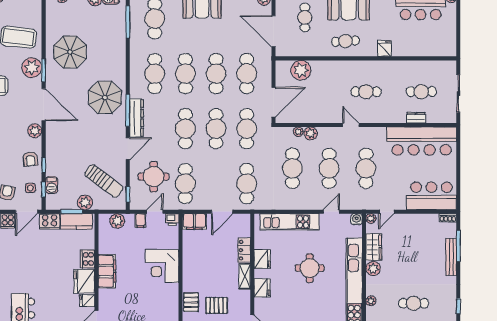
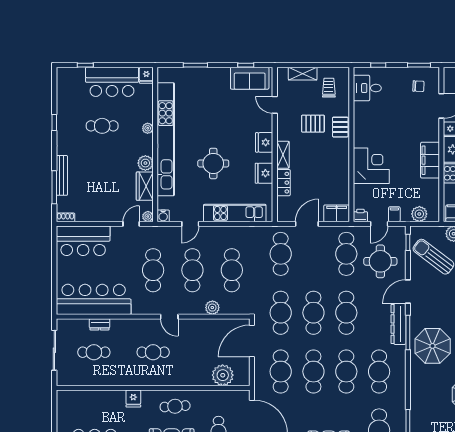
plant: (298, 132) -> (226, 309), removed

